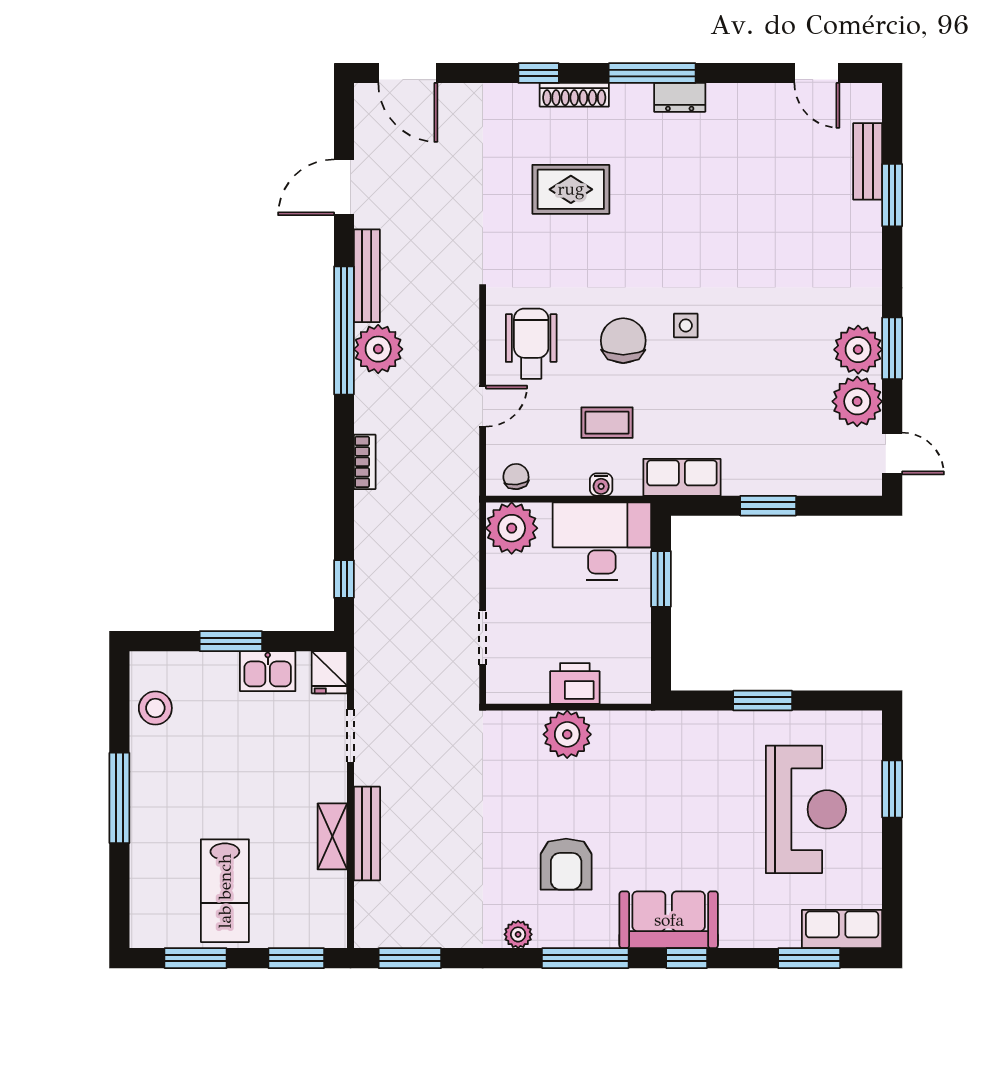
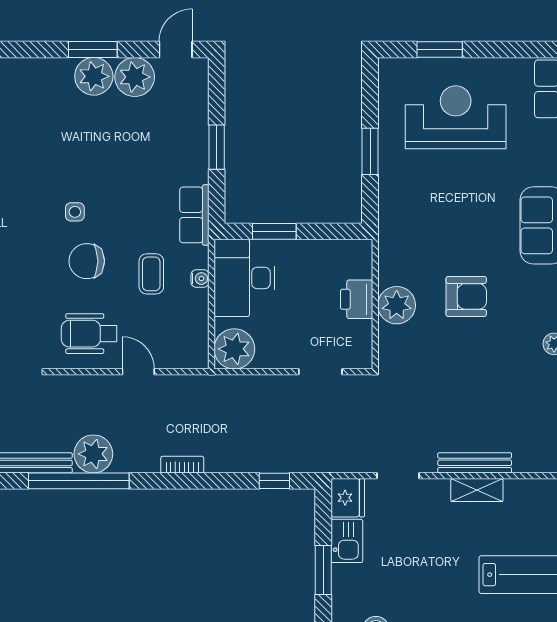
chair: (516, 477) -> (194, 346), removed
fridge: (329, 672) -> (348, 498), width x1.38
armchair: (566, 864) -> (466, 296), moved

